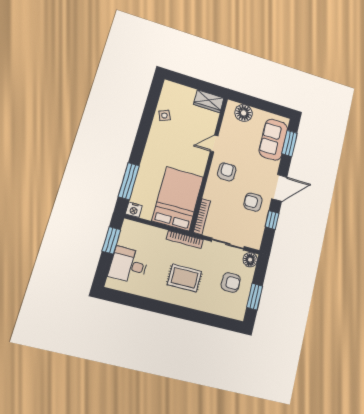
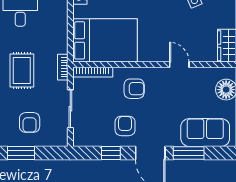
window: (290, 143) -> (189, 153), moved
armchair: (227, 172) -> (134, 89), moved
bookcase: (185, 239) -> (63, 67), width x0.64
floor lamp: (250, 260) -> (60, 138), removed

